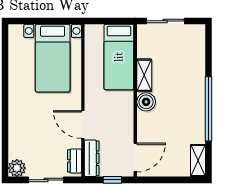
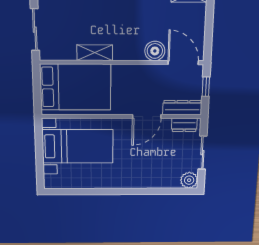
bed: (119, 57) -> (75, 87), width x1.50
boiler: (146, 102) -> (155, 51), moved

